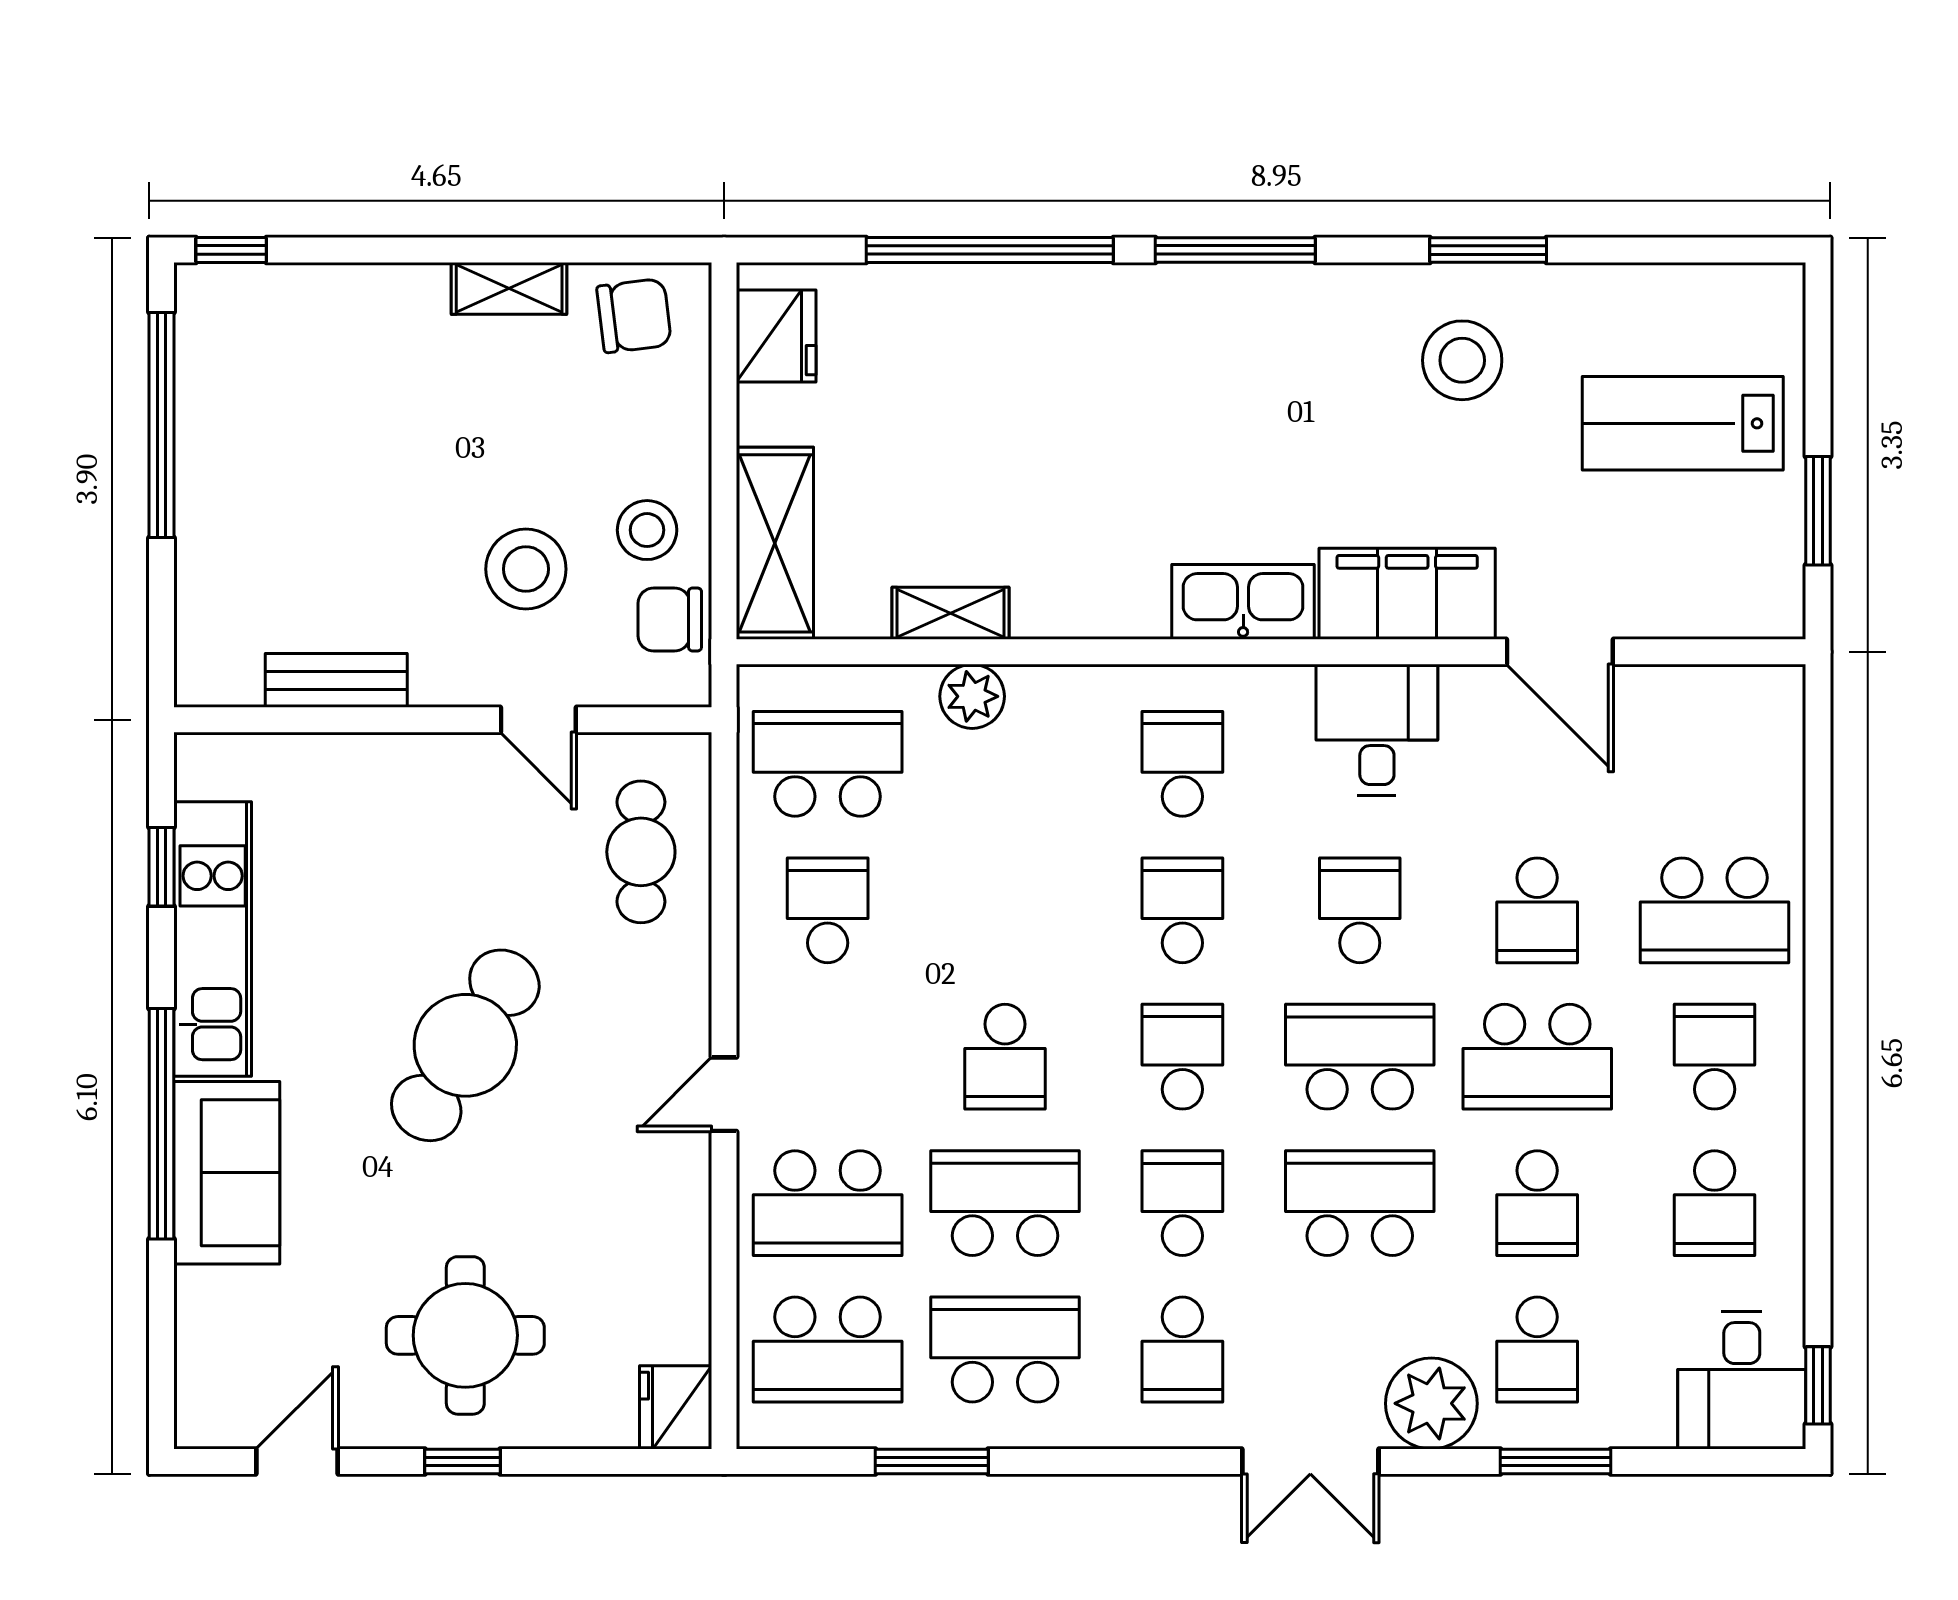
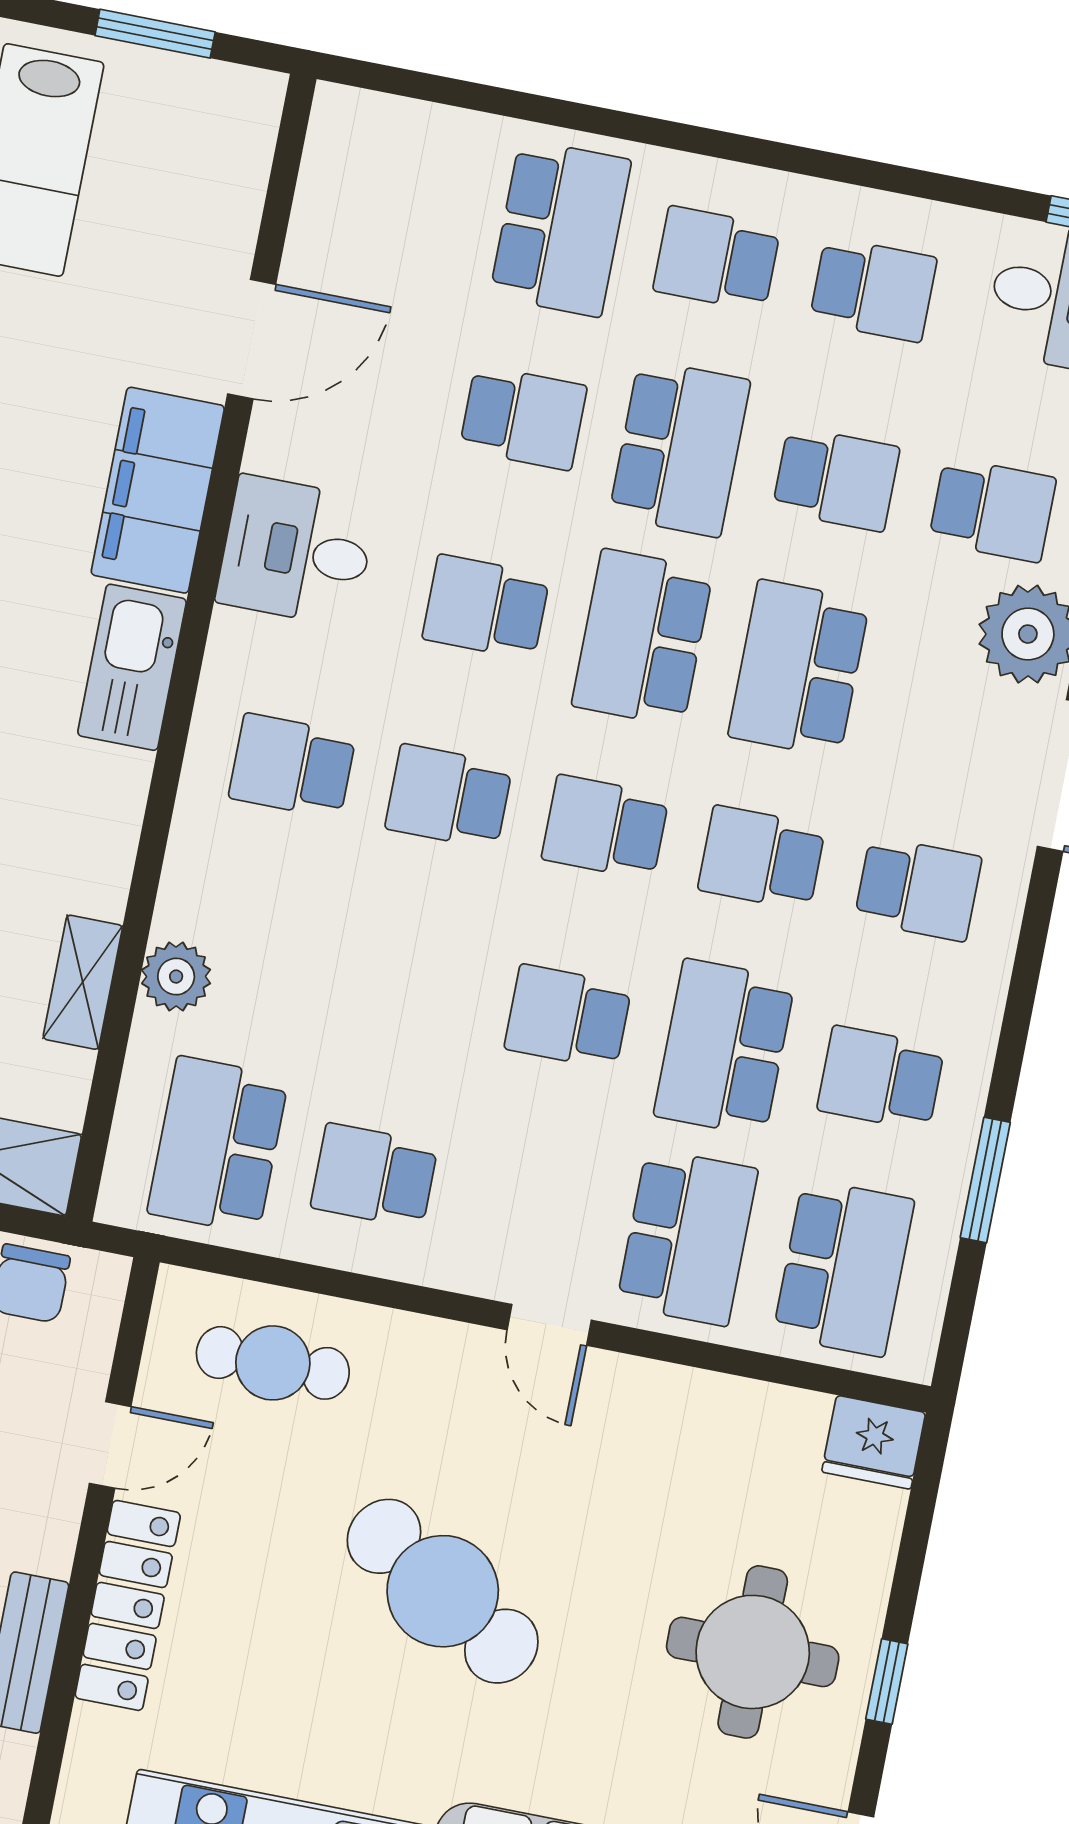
locker: (397, 764) -> (128, 1605), added
school desk: (1005, 1057) -> (568, 1017), turned 180
school desk: (1005, 1349) -> (881, 1078), width x0.54

